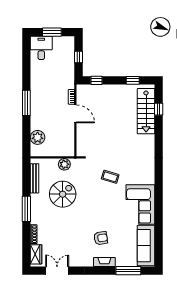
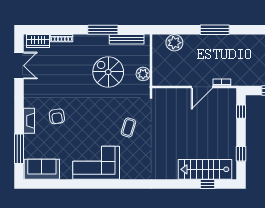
spiral stairs: (63, 194) -> (108, 72), turned 180
window: (26, 209) -> (103, 30), moved
sofa: (146, 246) -> (42, 169), width x0.73

